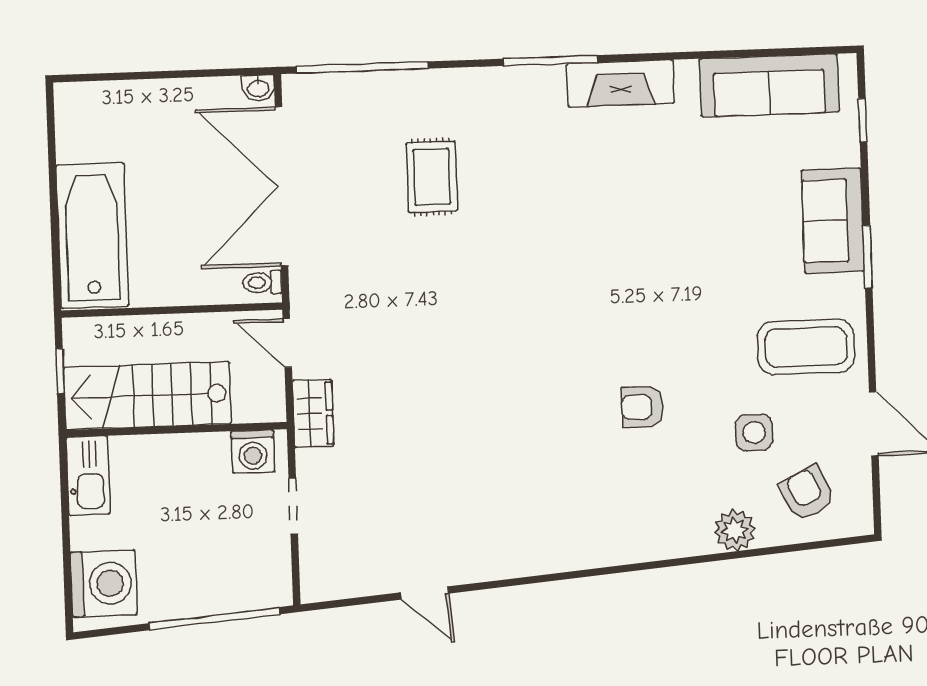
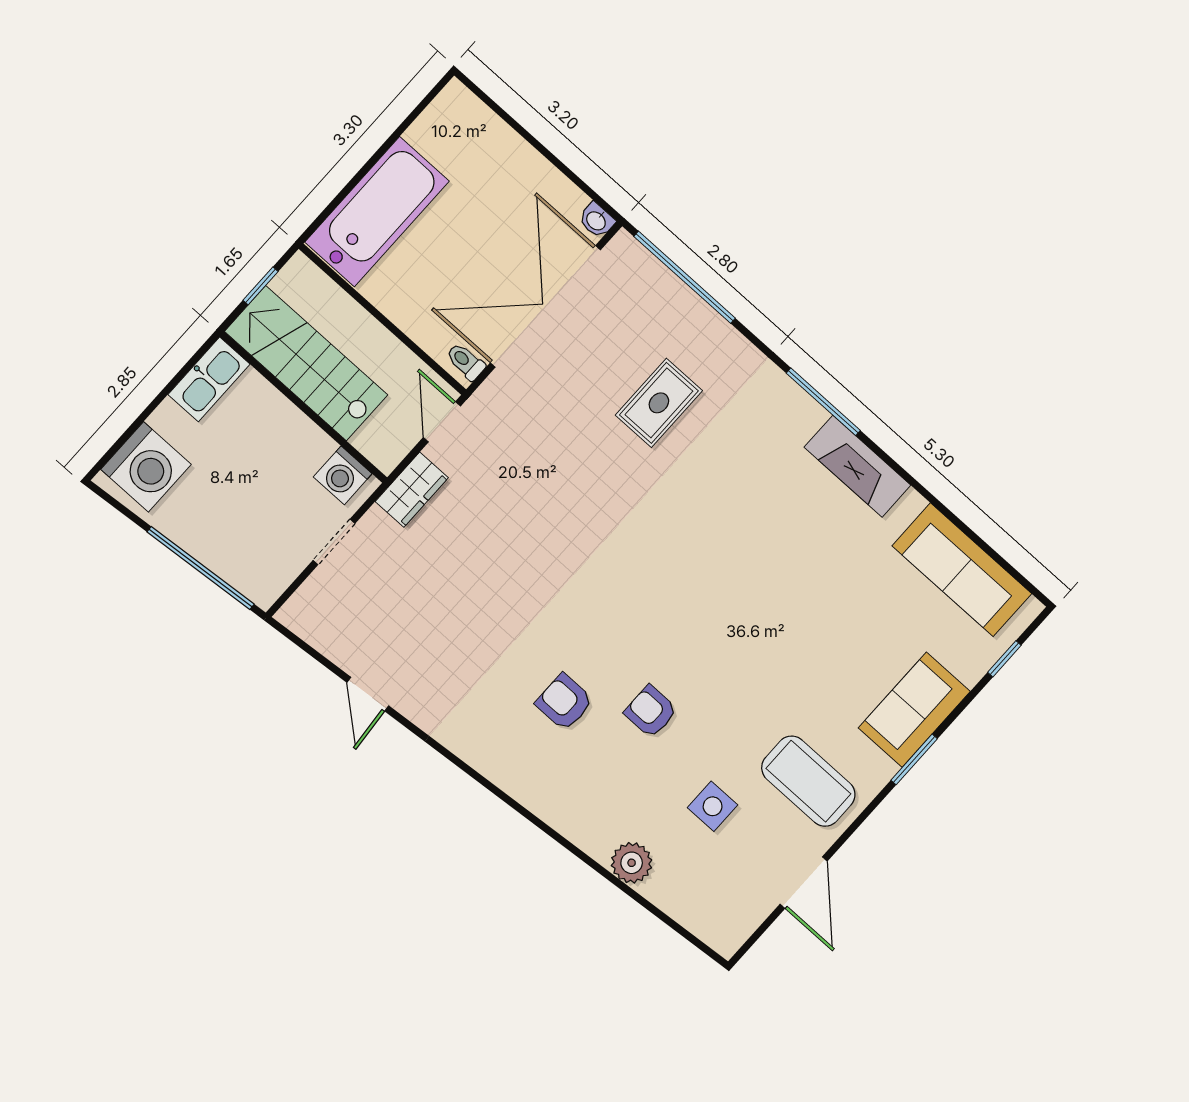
armchair: (807, 493) -> (564, 702), moved, turned -64

